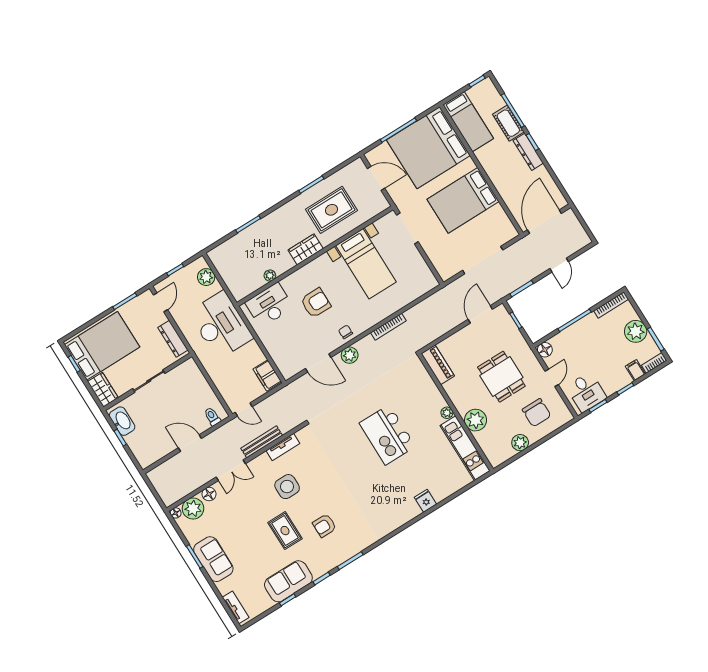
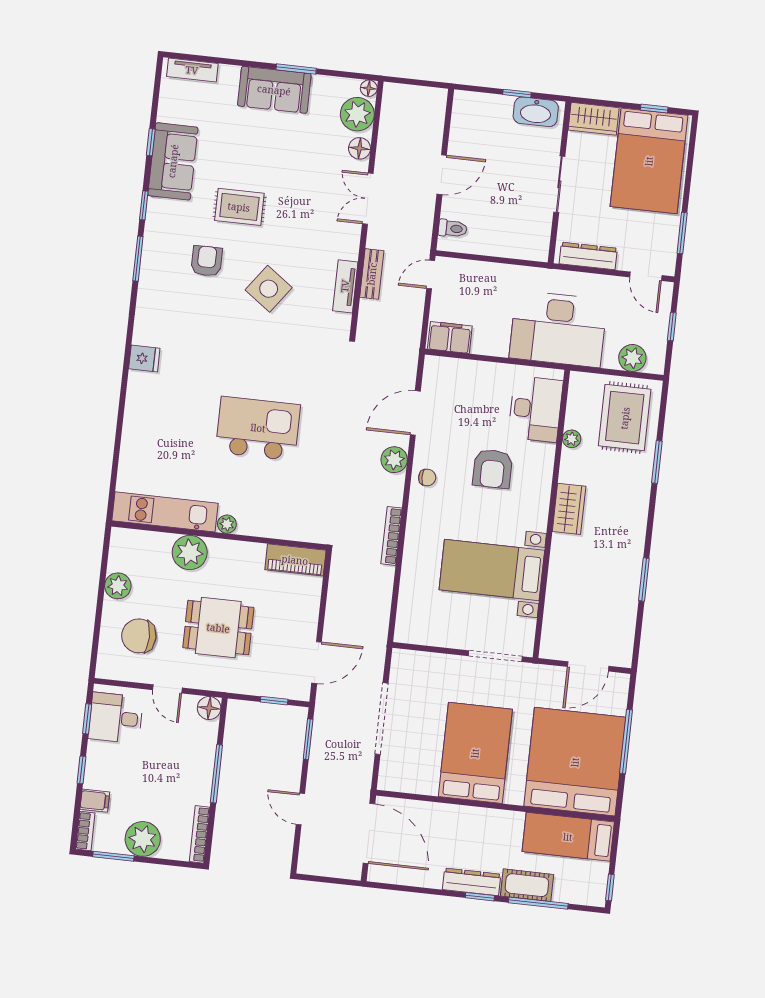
rug: (331, 210) -> (625, 418), moved
door: (480, 314) -> (317, 663), hinge flipped
bench: (262, 442) -> (372, 274), width x0.73
side table: (287, 487) -> (269, 289), moved, turned 36
fridge: (425, 501) -> (144, 359), moved

